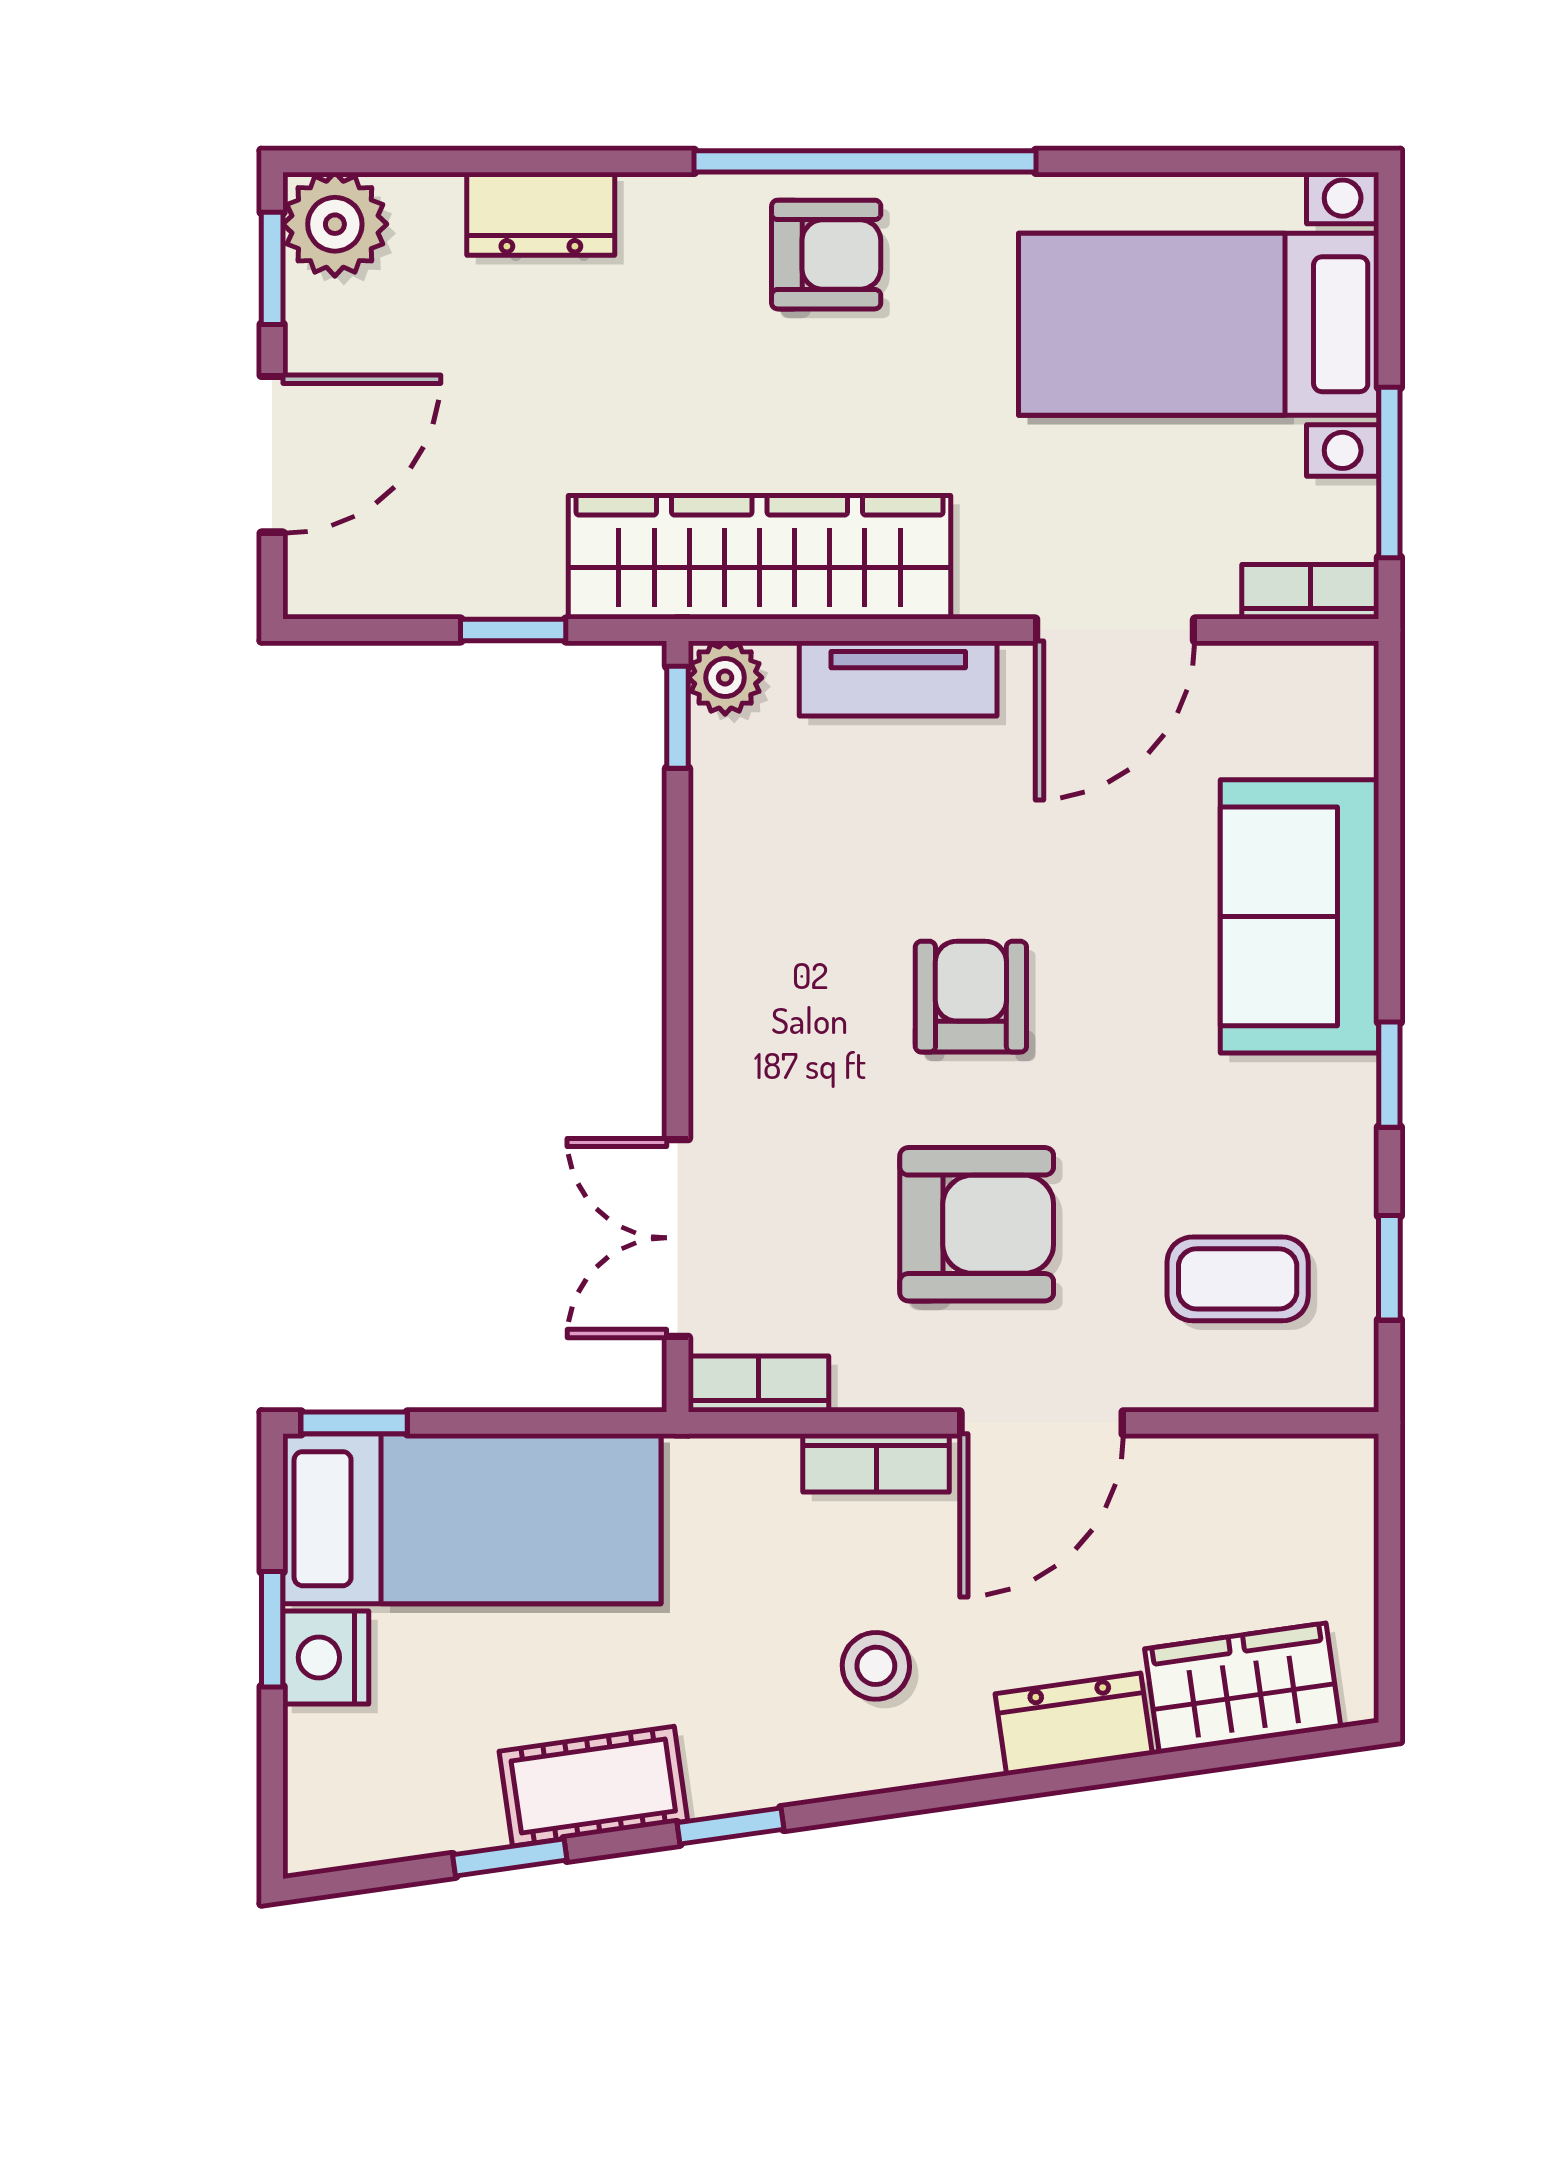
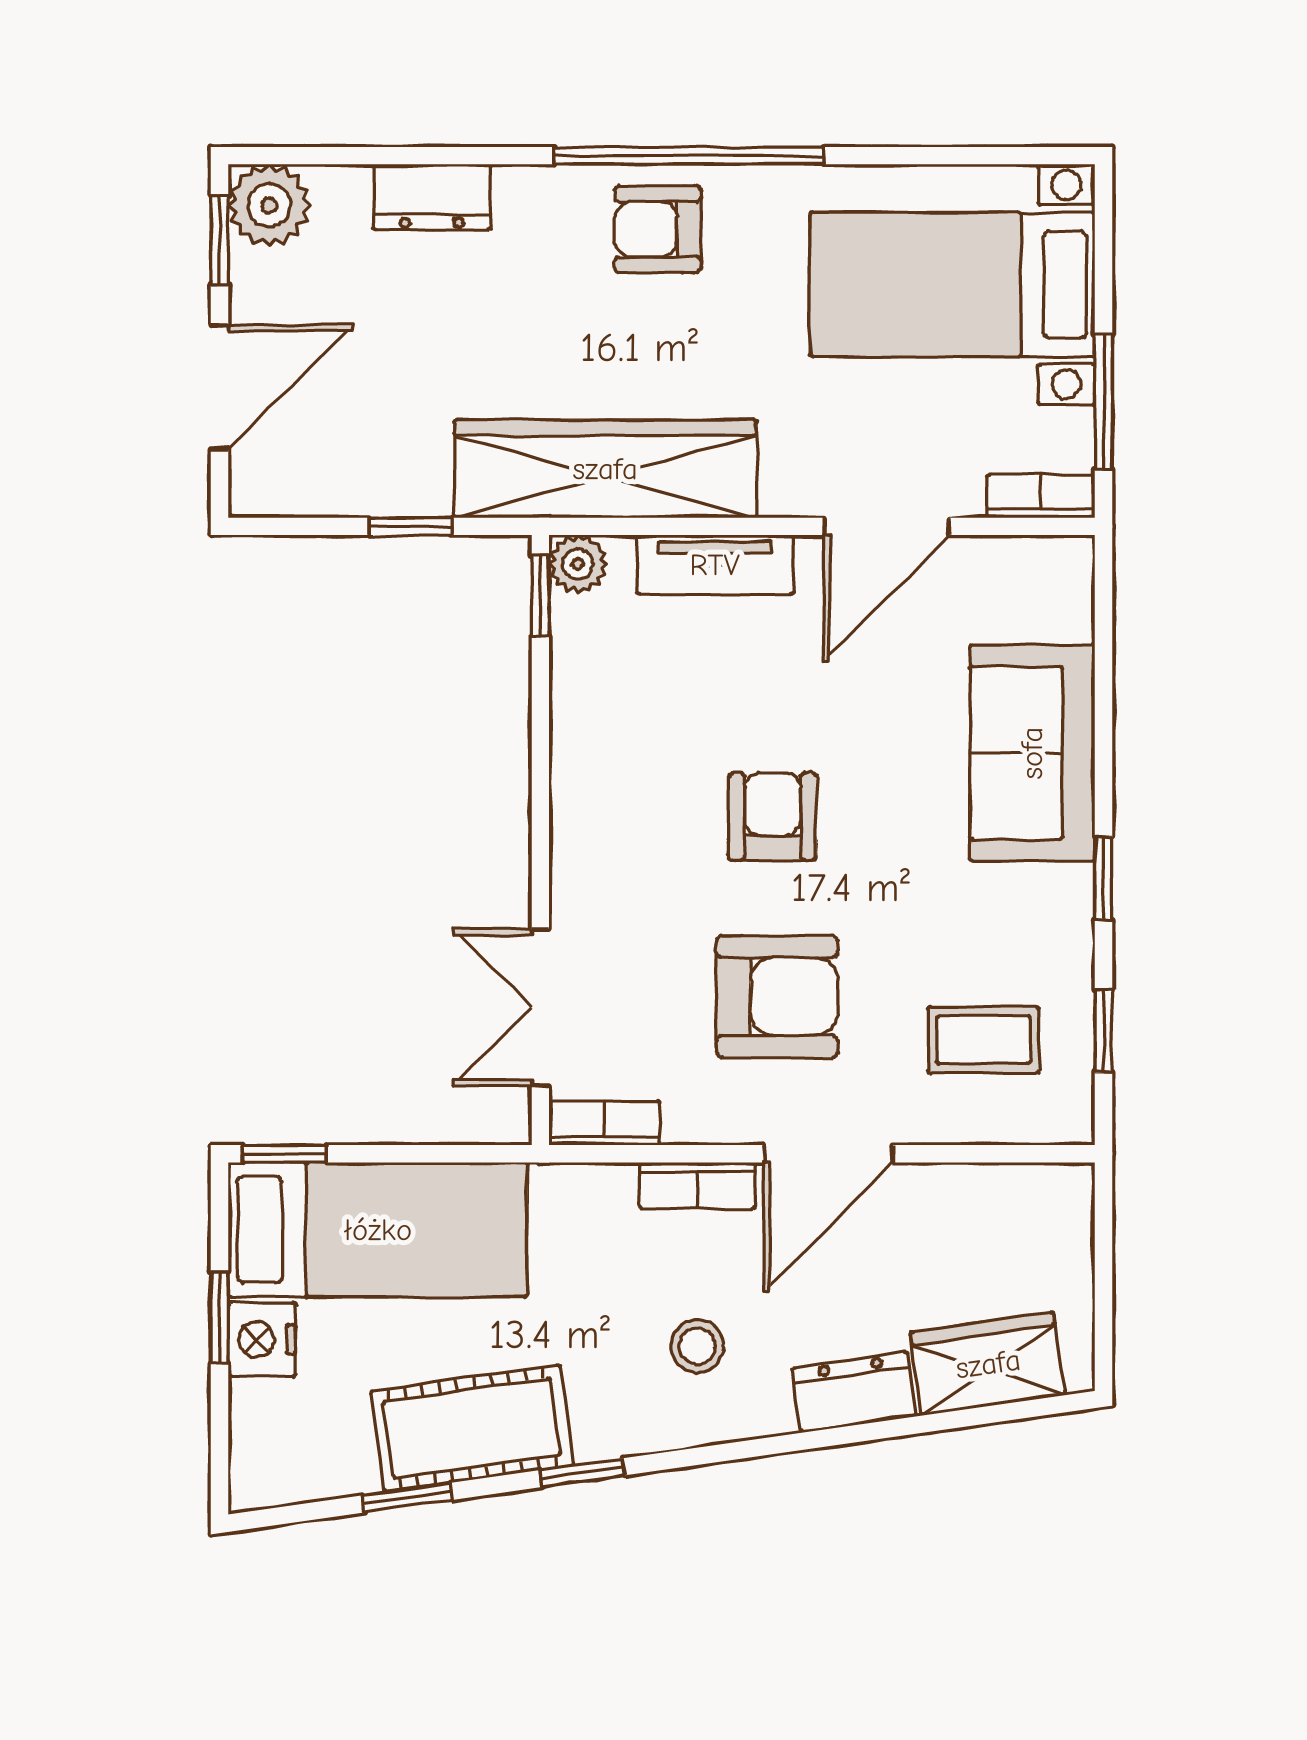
armchair: (826, 255) -> (658, 229), turned 180
cot: (593, 1786) -> (472, 1428), width x1.37, depth x1.34

